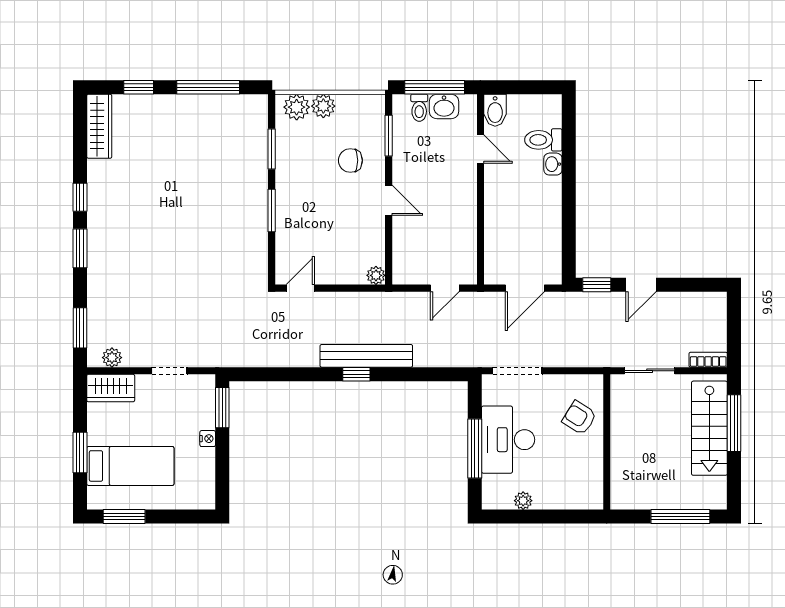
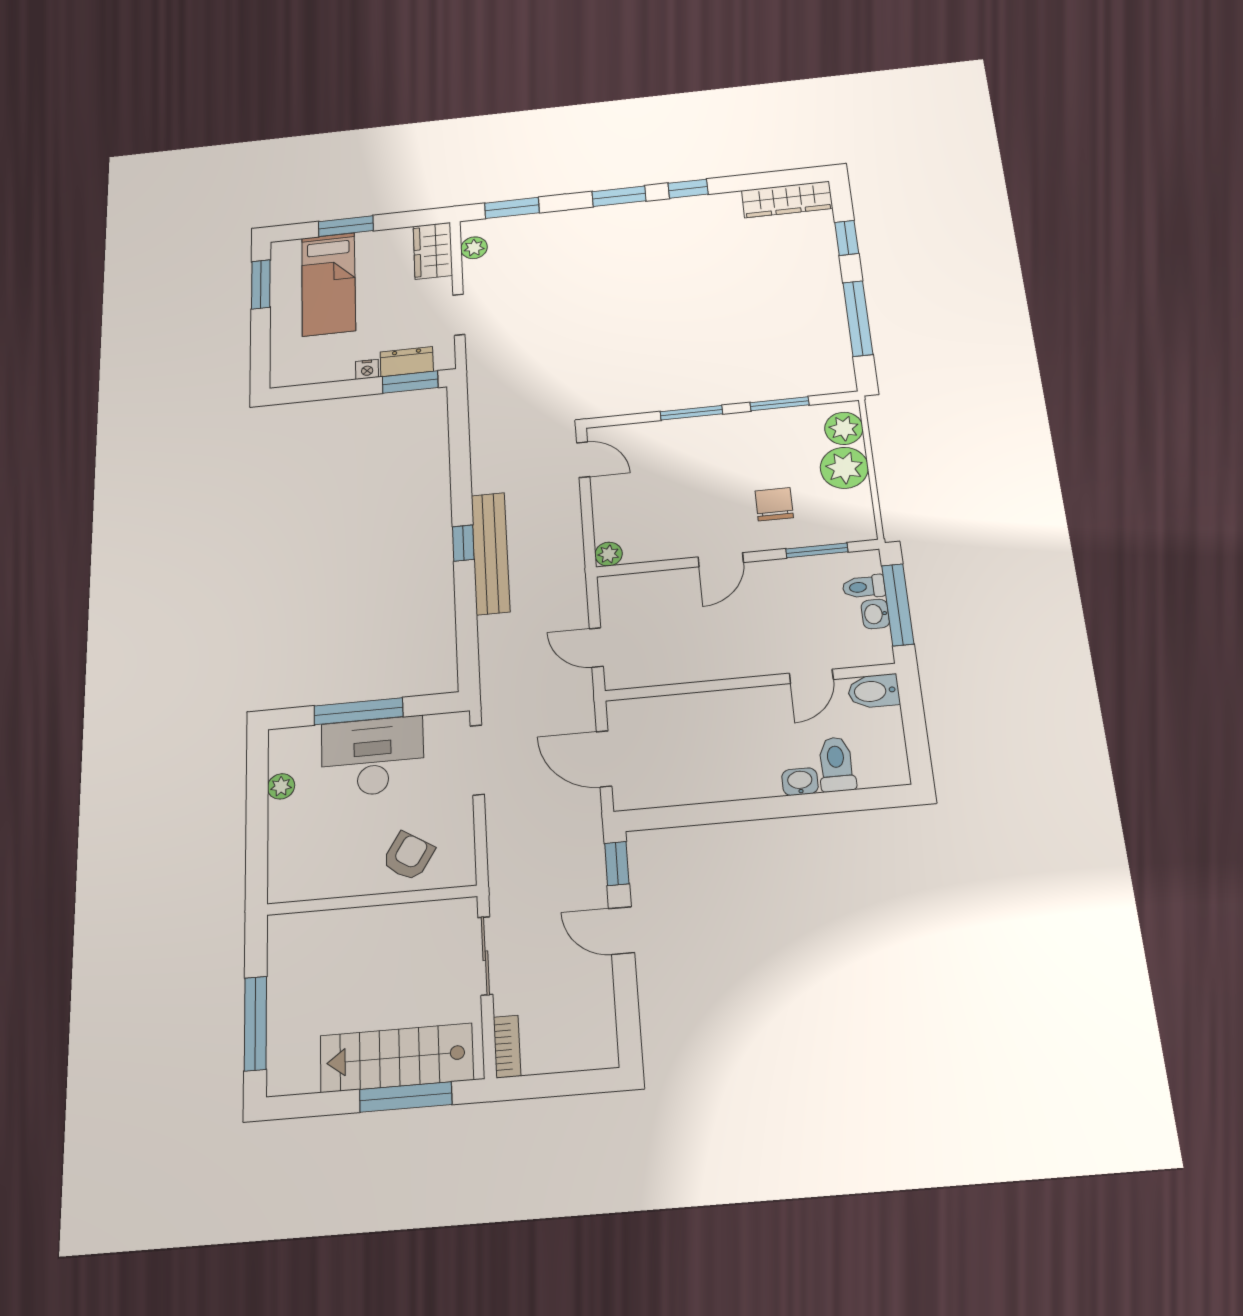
plant: (323, 106) -> (844, 468), width x1.36, depth x1.36
washbasin: (444, 106) -> (875, 614), width x0.72, depth x0.69
dresser: (205, 410) -> (407, 362), added

